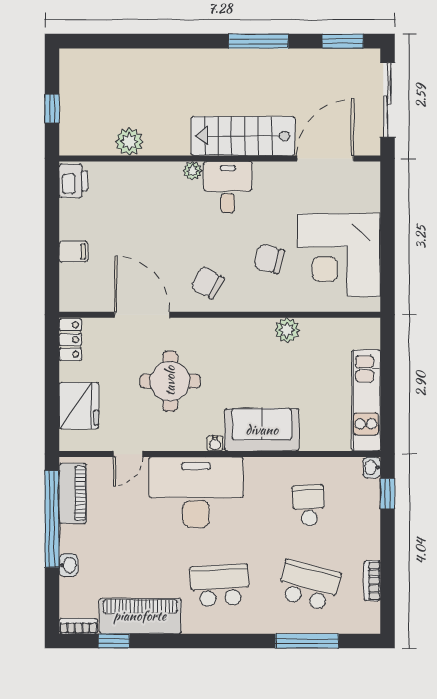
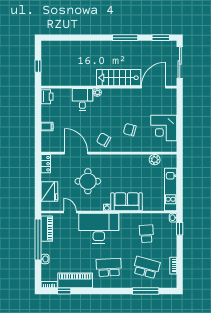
plant: (129, 142) -> (71, 80), removed
desk: (228, 187) -> (82, 99), moved
corner desk: (339, 255) -> (164, 128), width x0.74, depth x0.74
plant: (287, 330) -> (155, 160), moved
door: (128, 454) -> (70, 212), swing flipped

